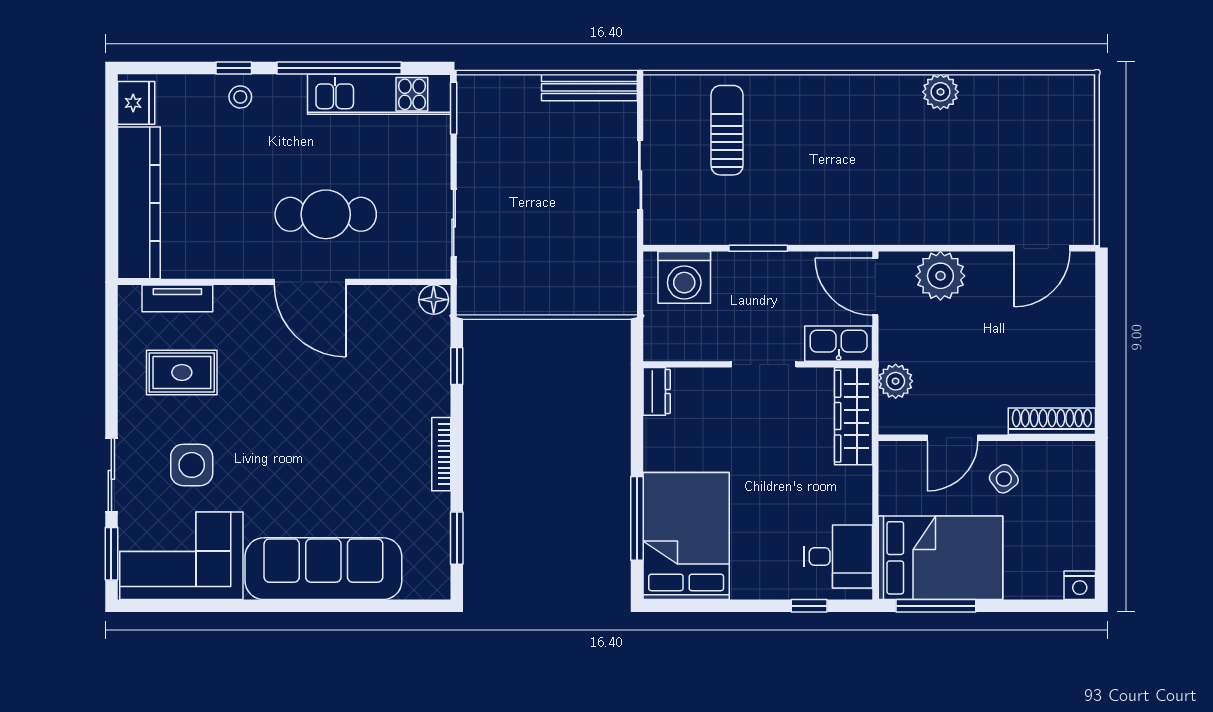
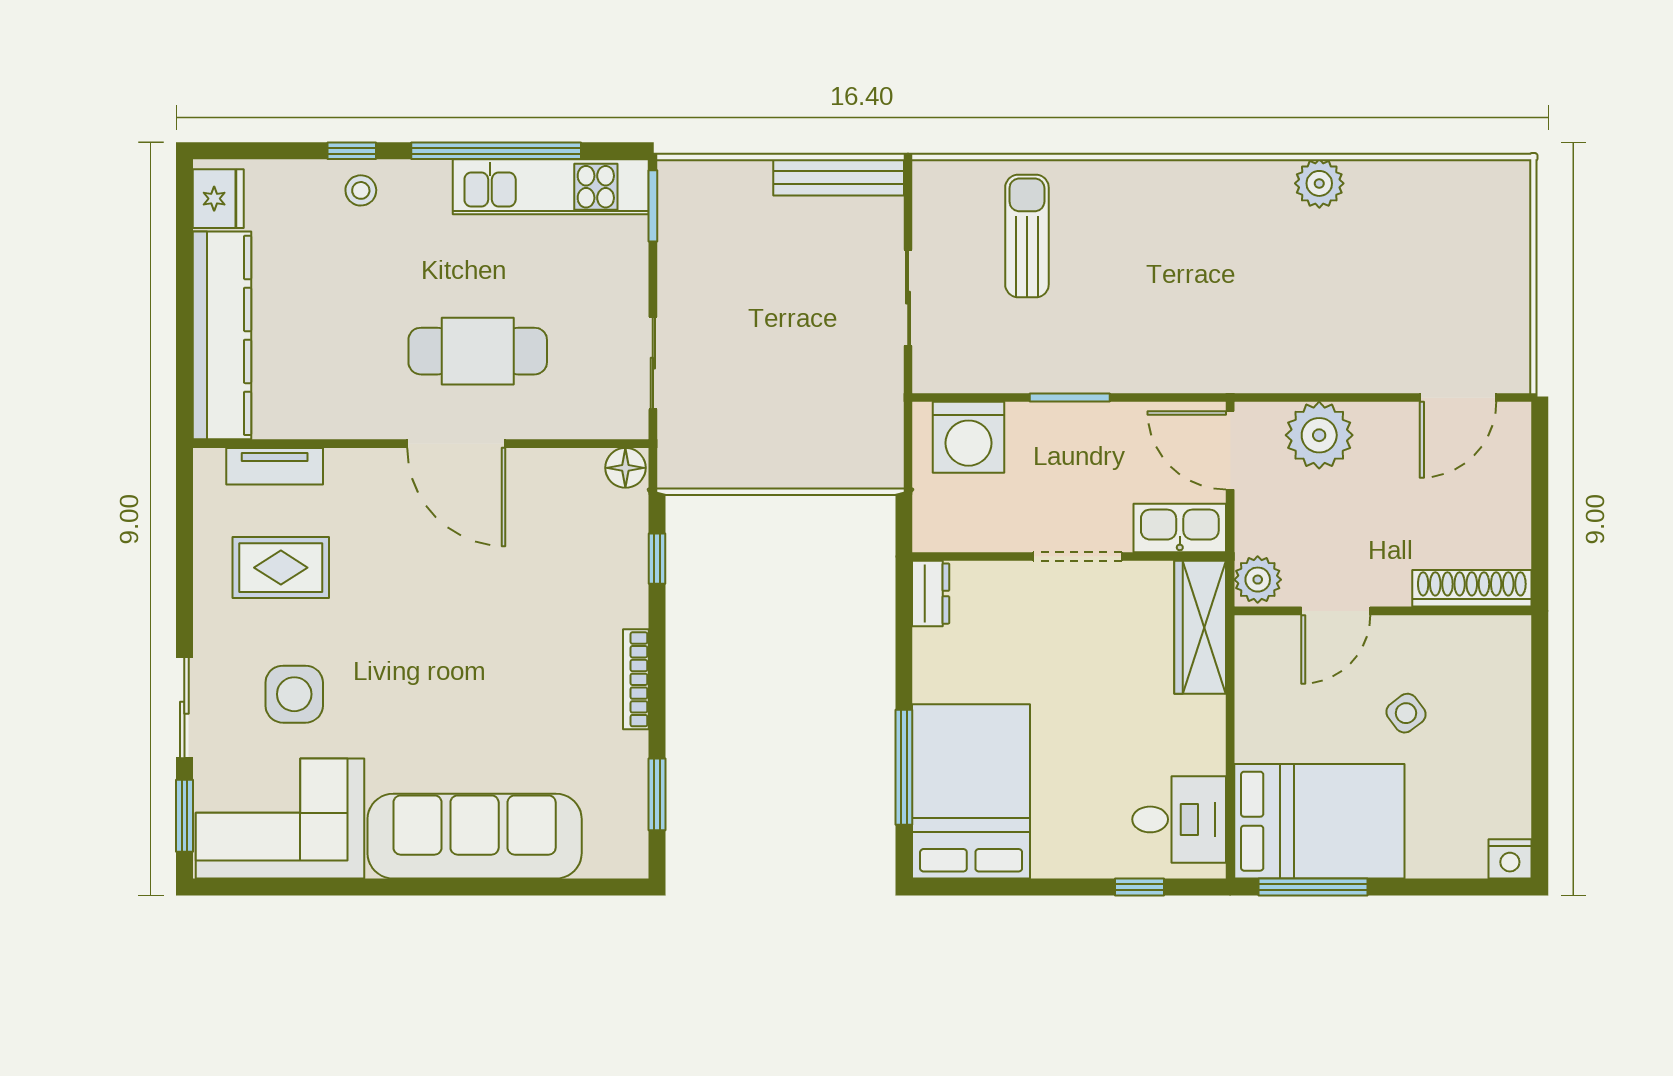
shoe rack: (1052, 421) -> (1472, 588), moved
door: (953, 438) -> (1336, 611), moved
wall: (987, 438) -> (1383, 611), moved

